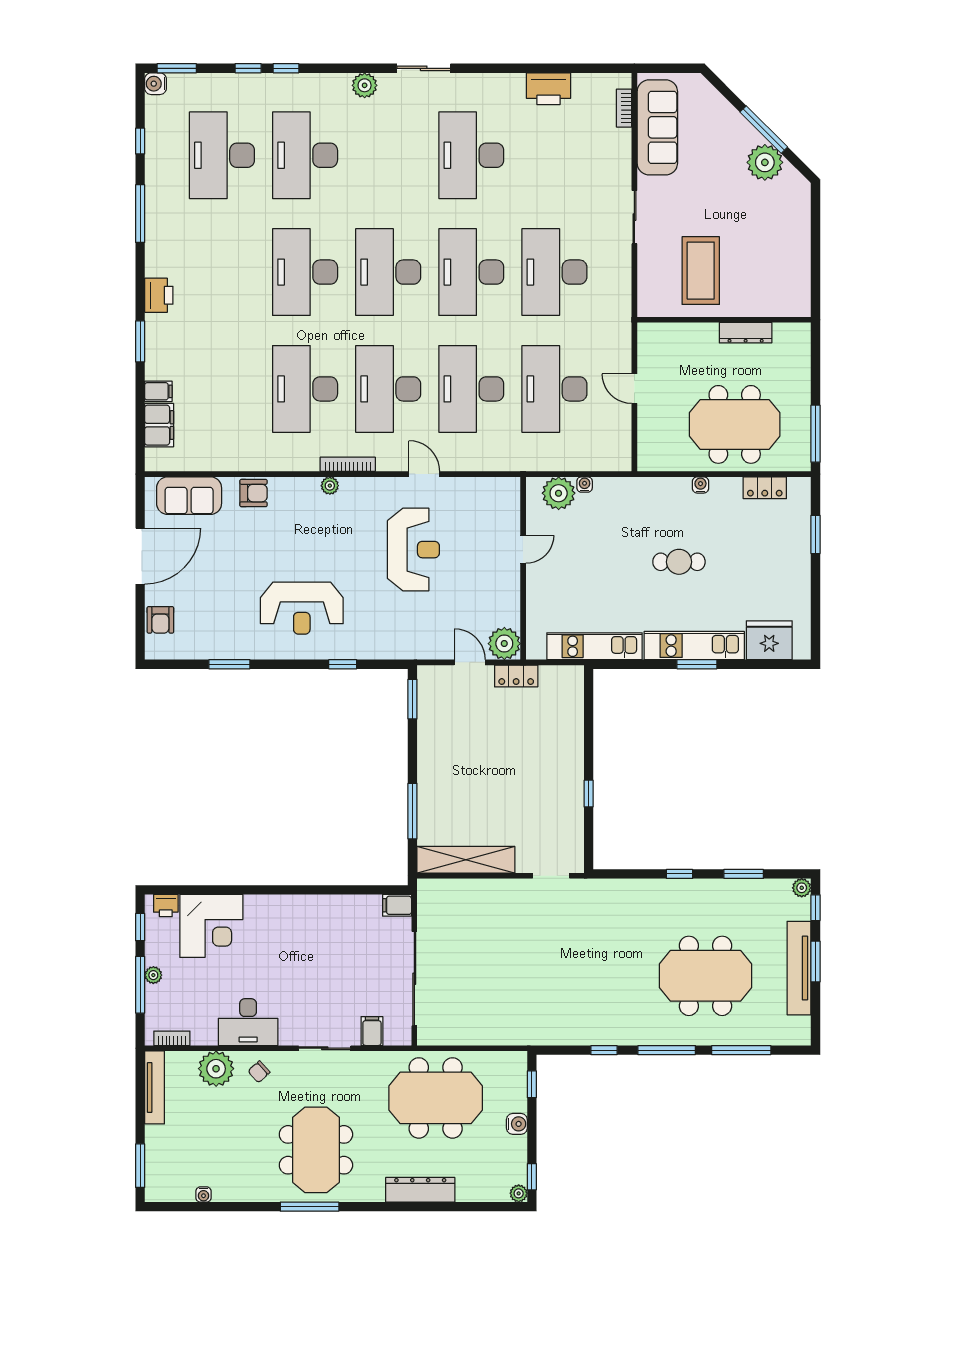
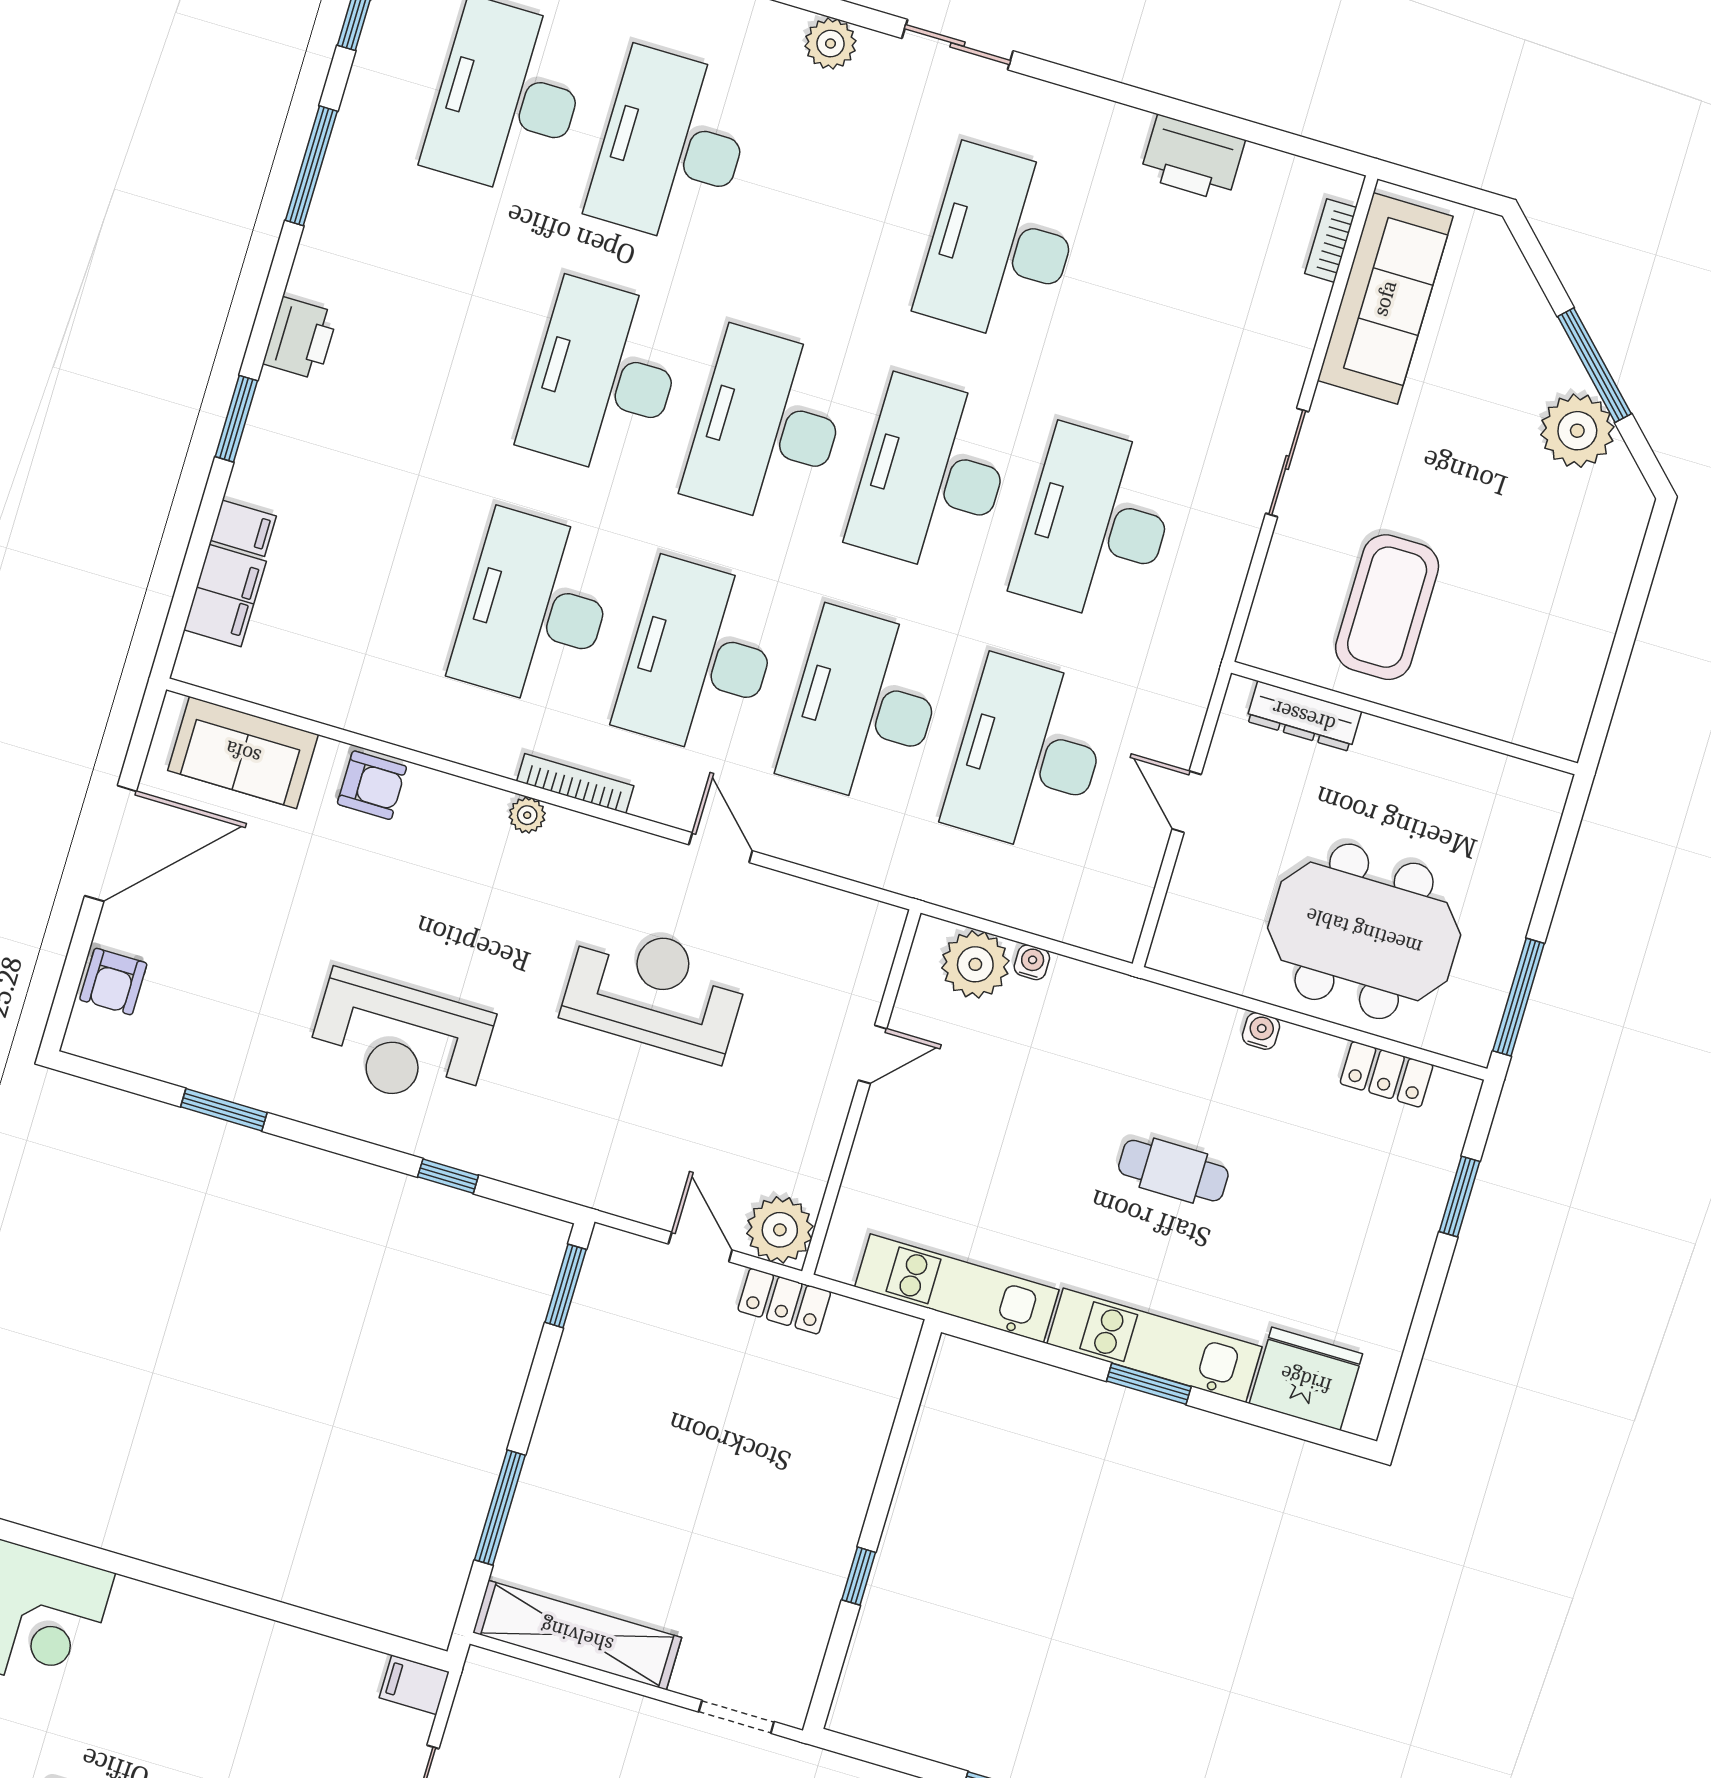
dresser: (746, 333) -> (1304, 716), moved
reception desk: (413, 550) -> (655, 991), turned -90

